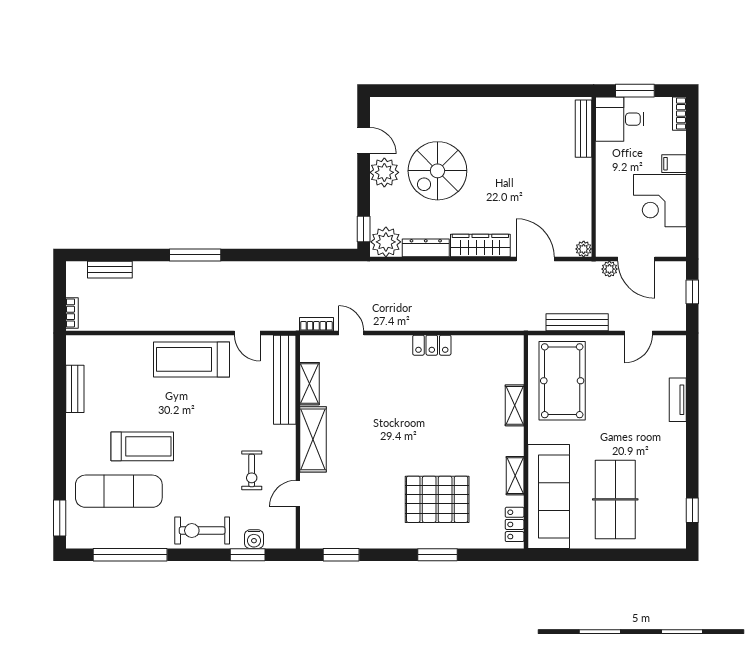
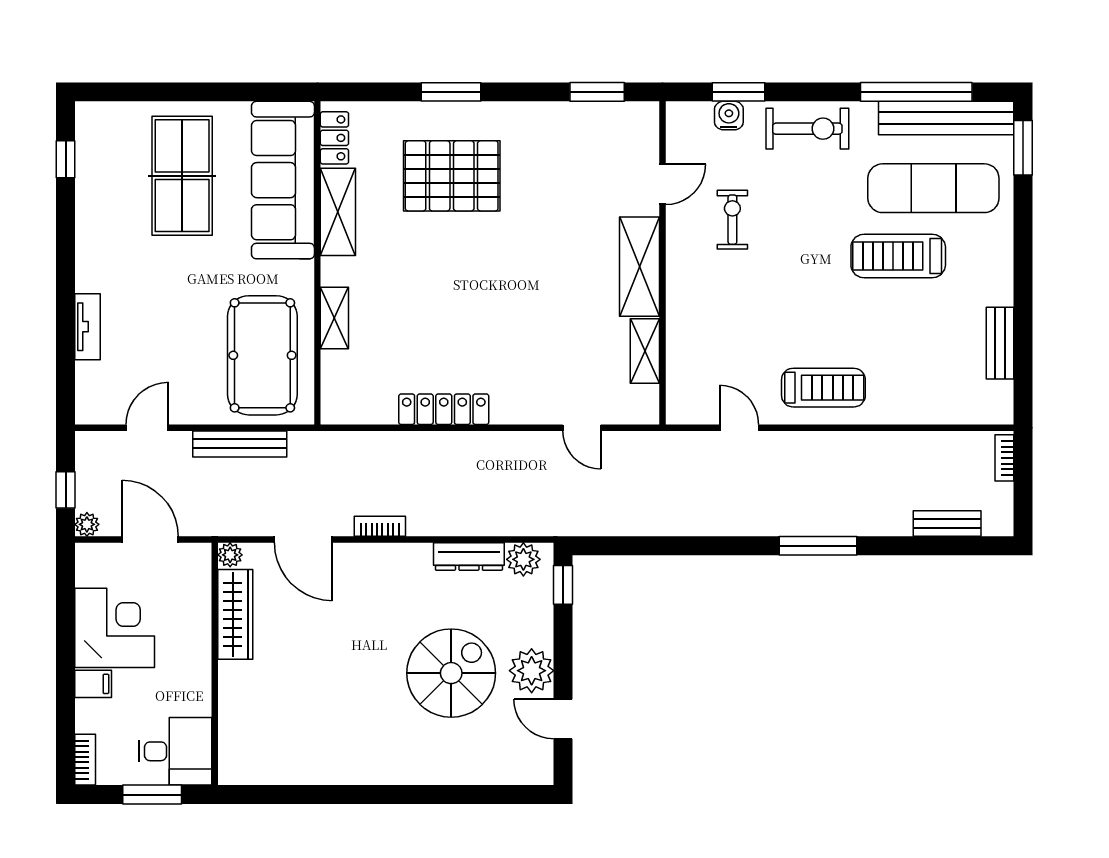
bench: (584, 129) -> (230, 737), removed
plant: (386, 242) -> (523, 559), width x0.73, depth x0.73
wardrobe: (480, 245) -> (235, 614), moved, turned -90
plant: (609, 269) -> (87, 524), moved
bookcase: (316, 324) -> (380, 526), moved, turned 180
locker: (432, 345) -> (444, 409), width x1.53
treadmill: (192, 359) -> (823, 388), width x0.73, depth x0.73
bench: (285, 380) -> (946, 118), moved, turned 90
shelving: (515, 476) -> (338, 212), width x1.50, depth x1.33

